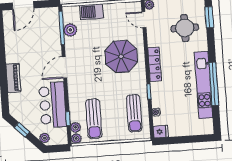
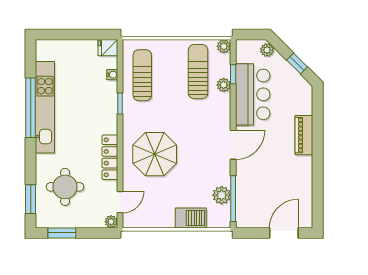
door: (144, 20) -> (120, 202), hinge flipped
locker: (155, 64) -> (110, 157), moved
plant: (76, 127) -> (224, 85), moved

